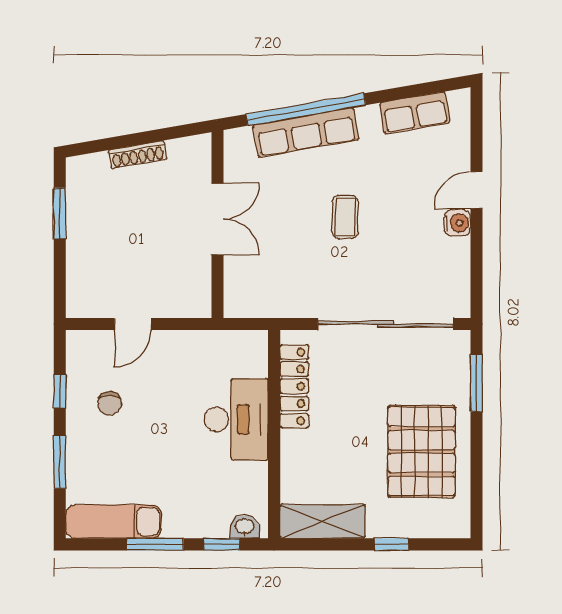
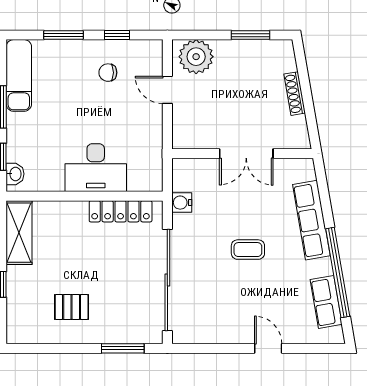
window: (306, 110) -> (338, 273), moved
water cooler: (457, 223) -> (182, 203), moved, turned 90
plant: (89, 286) -> (196, 57), added
pallet: (422, 451) -> (72, 307), width x0.49, depth x0.50

